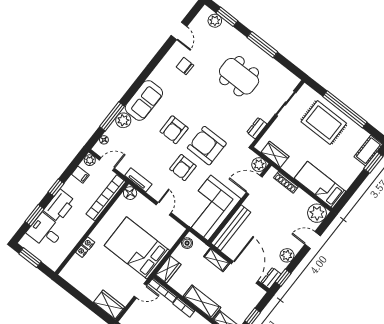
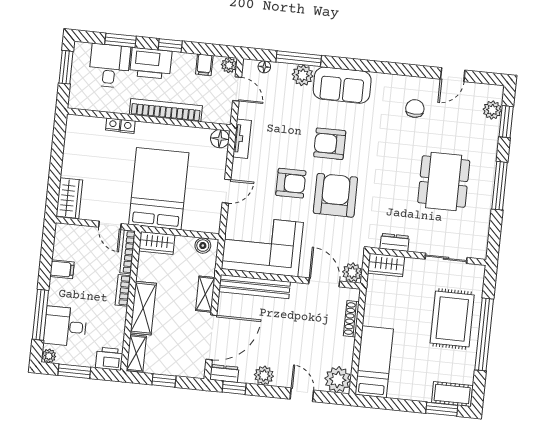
wardrobe: (275, 154) -> (386, 265), moved, turned 90
armchair: (183, 168) -> (291, 183), turned 180
bookcase: (106, 198) -> (166, 110), moved

